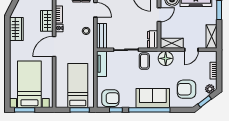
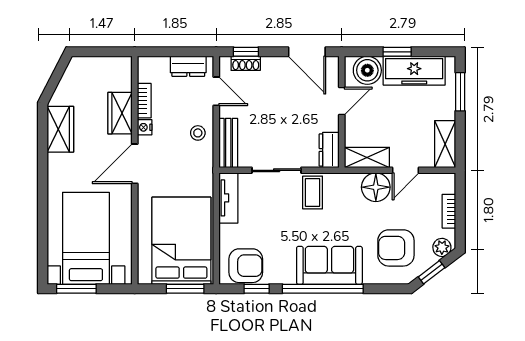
floor lamp: (166, 58) -> (376, 187), moved
bed: (78, 86) -> (181, 241), width x1.50

